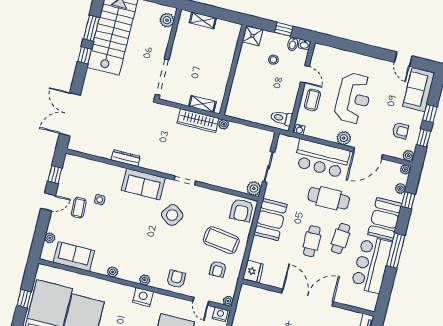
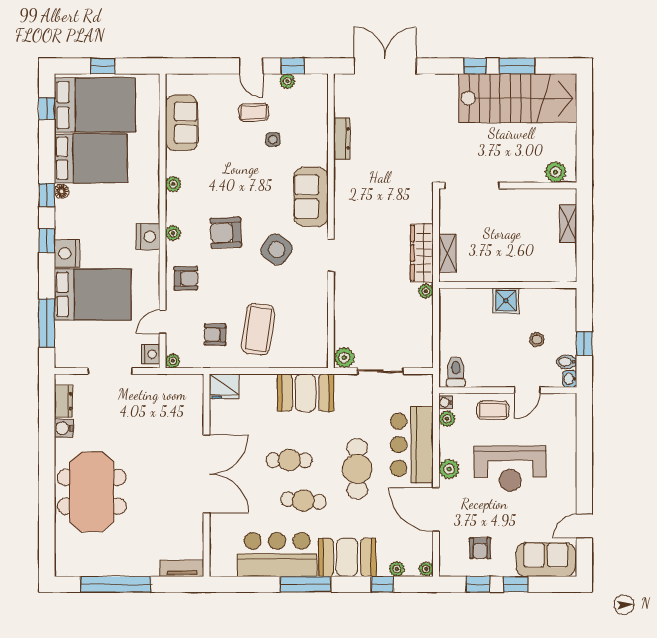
shower: (252, 36) -> (506, 301), moved
plant: (408, 156) -> (447, 419), moved
dresser: (126, 158) -> (342, 138), moved
armchair: (242, 210) -> (226, 233), moved
plant: (50, 238) -> (287, 81), moved

